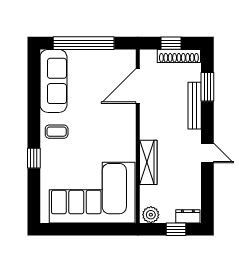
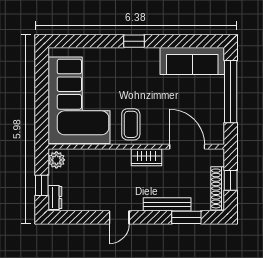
coffee table: (57, 132) -> (131, 124), moved, width x1.36, depth x1.30
window: (34, 158) -> (134, 41), moved
wardrobe: (148, 162) -> (146, 157), moved, width x0.67

